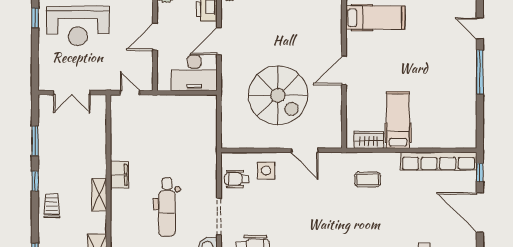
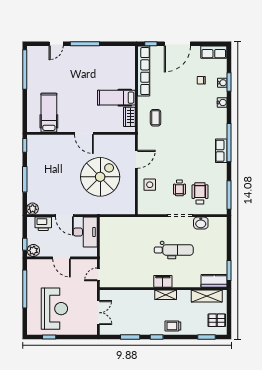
filing cabinet: (119, 175) -> (163, 281), moved
wheelchair: (237, 179) -> (179, 188), moved

